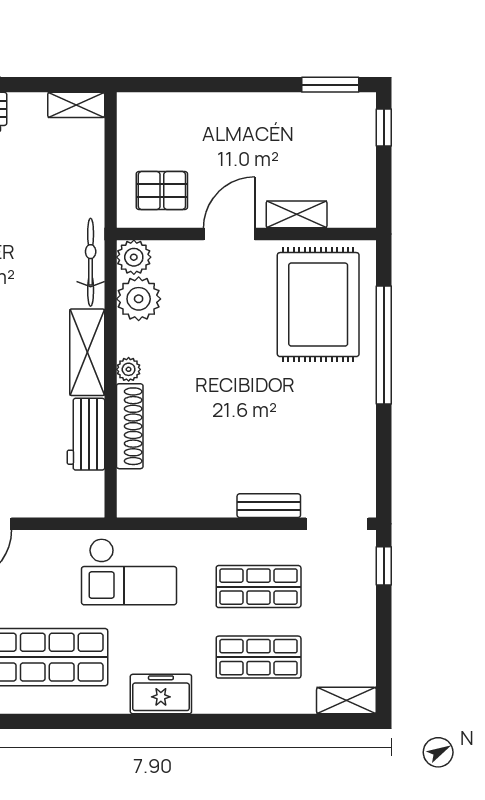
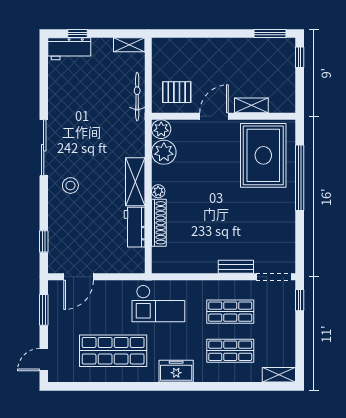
bicycle: (91, 262) -> (137, 97), moved

